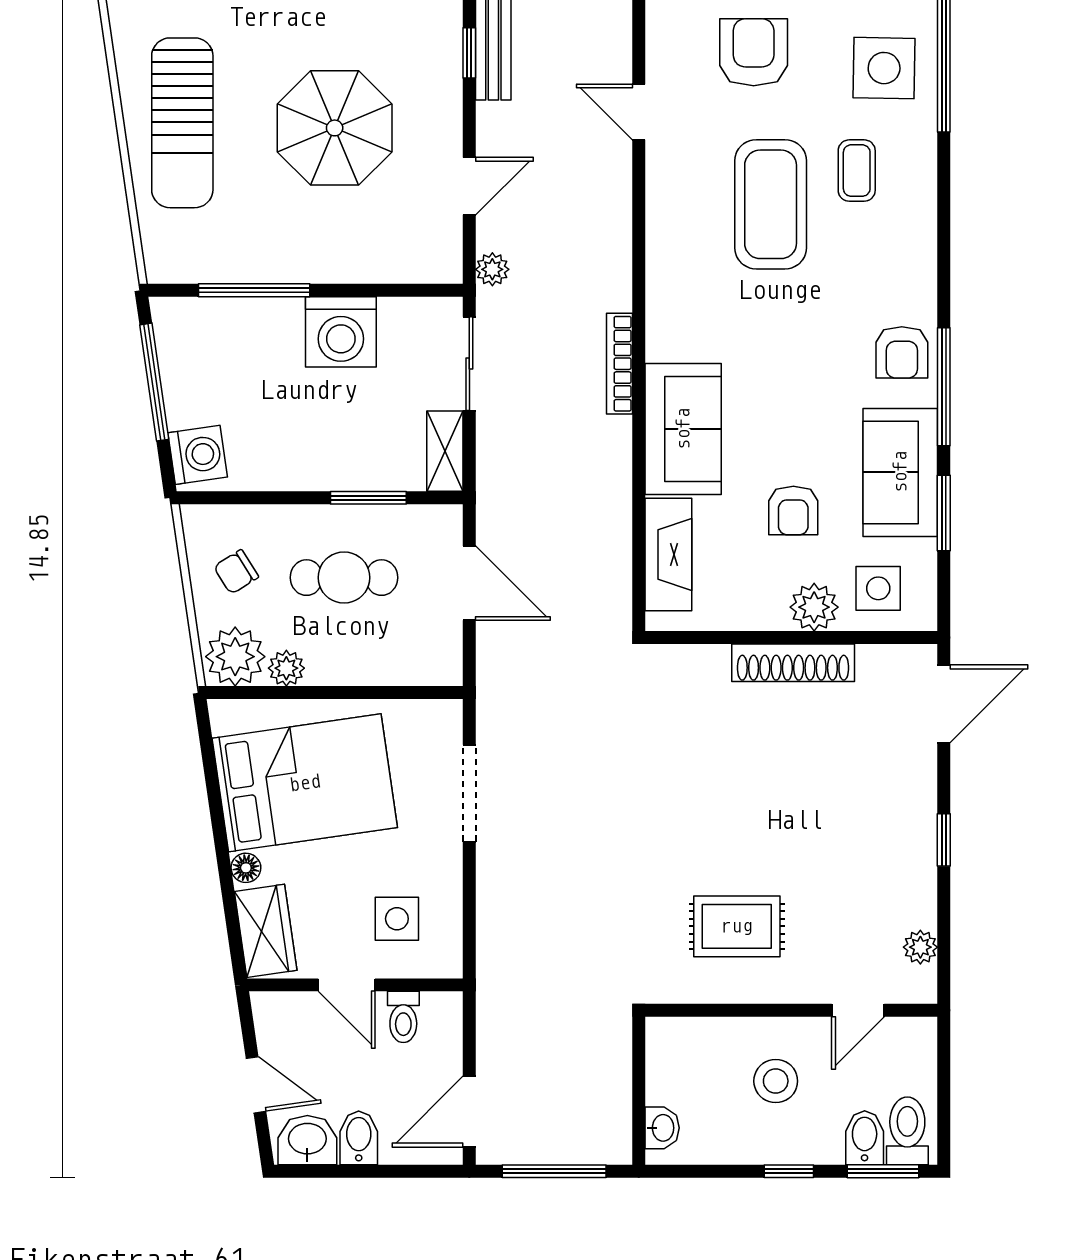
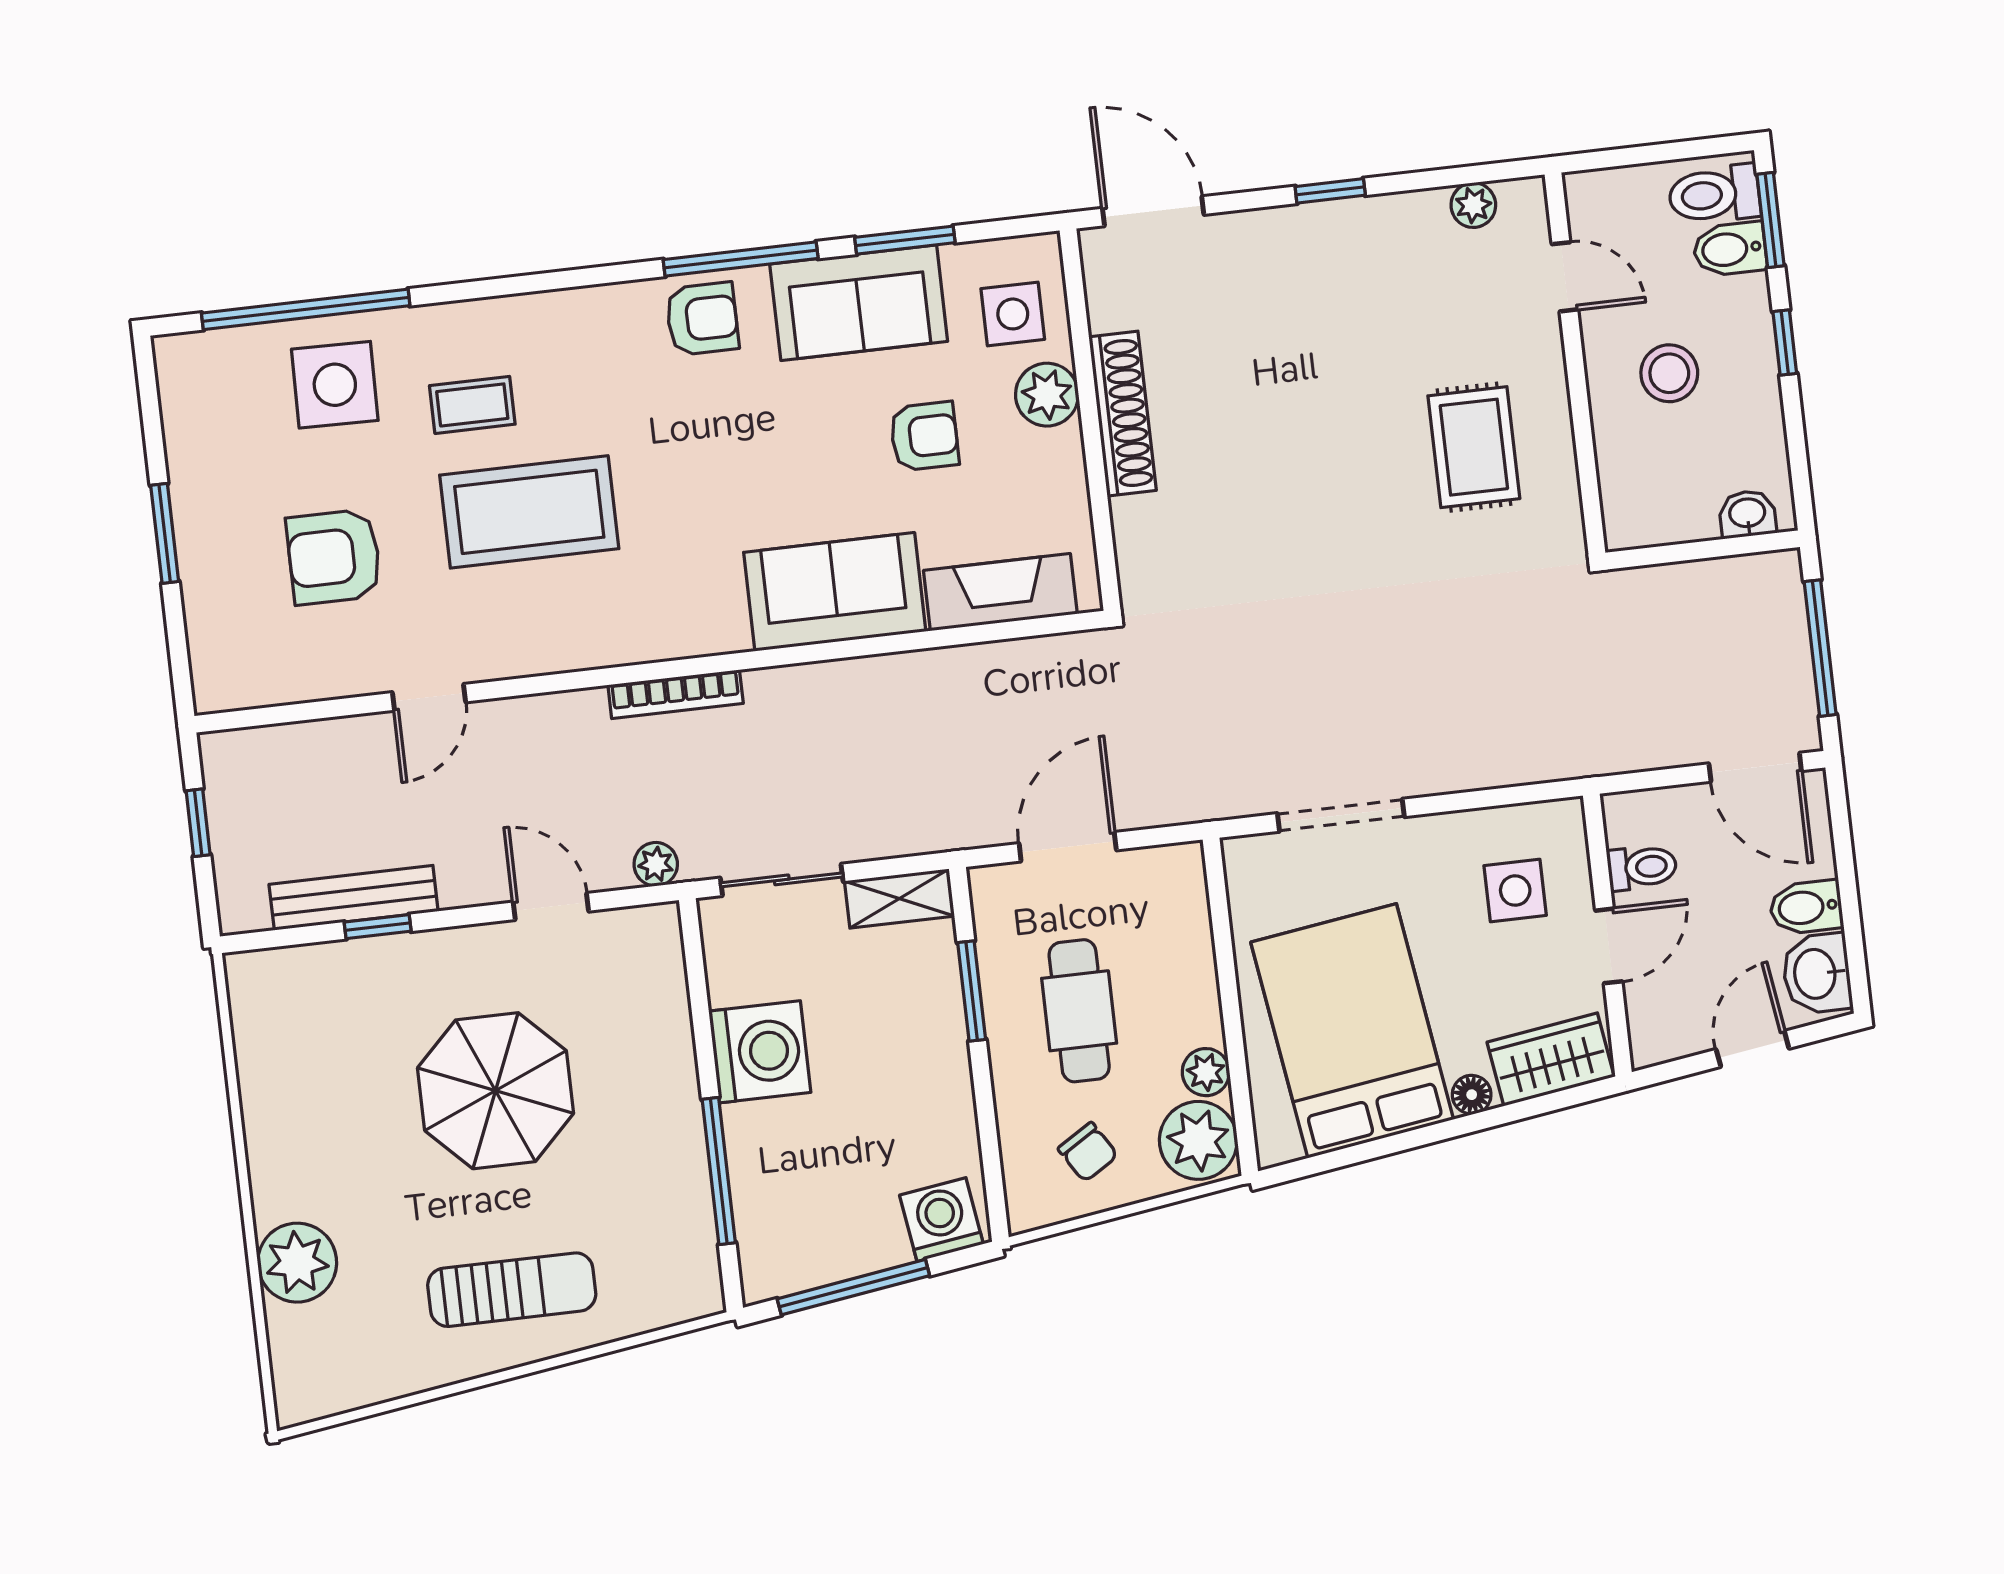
sun lounger: (182, 123) -> (512, 1290), width x0.73, depth x0.75
bookcase: (619, 364) -> (676, 694), moved

